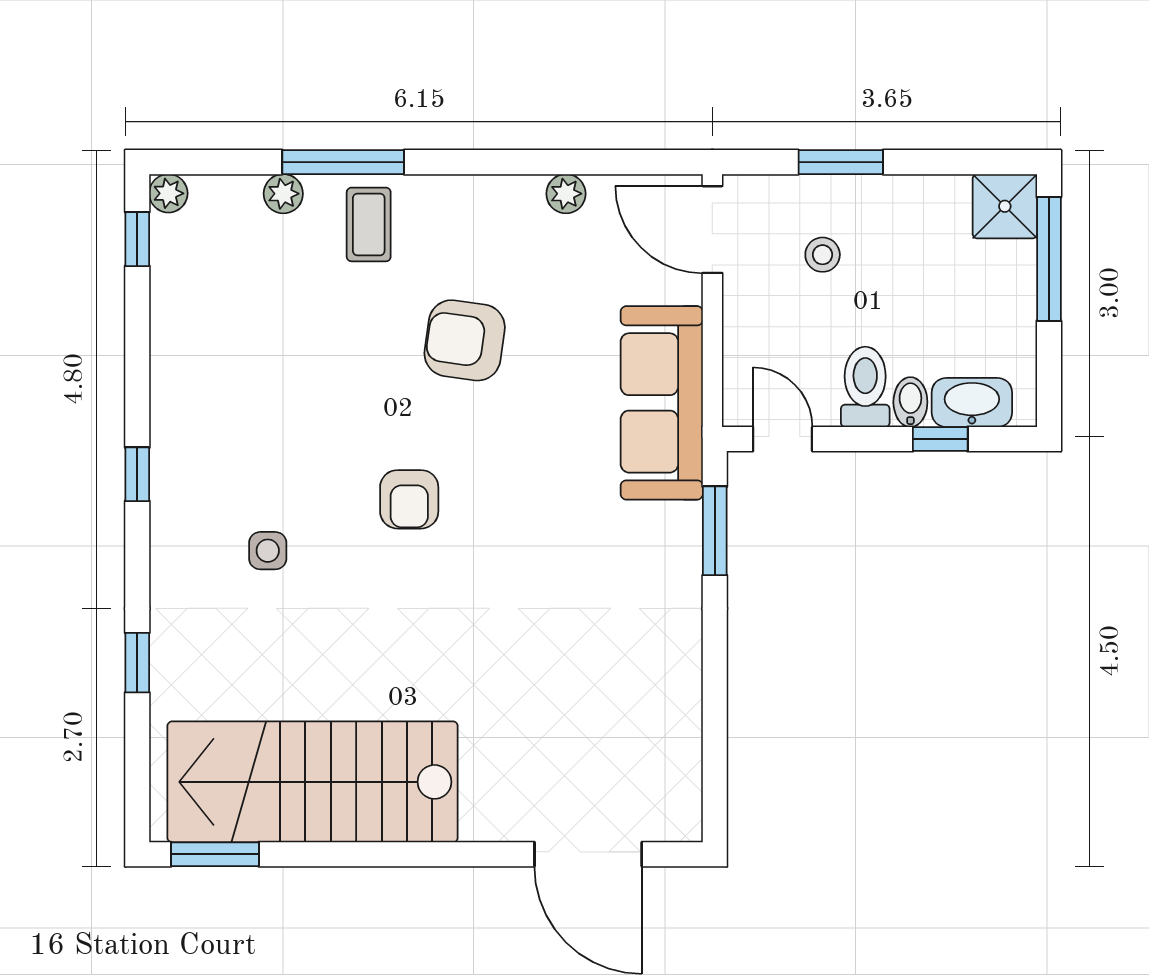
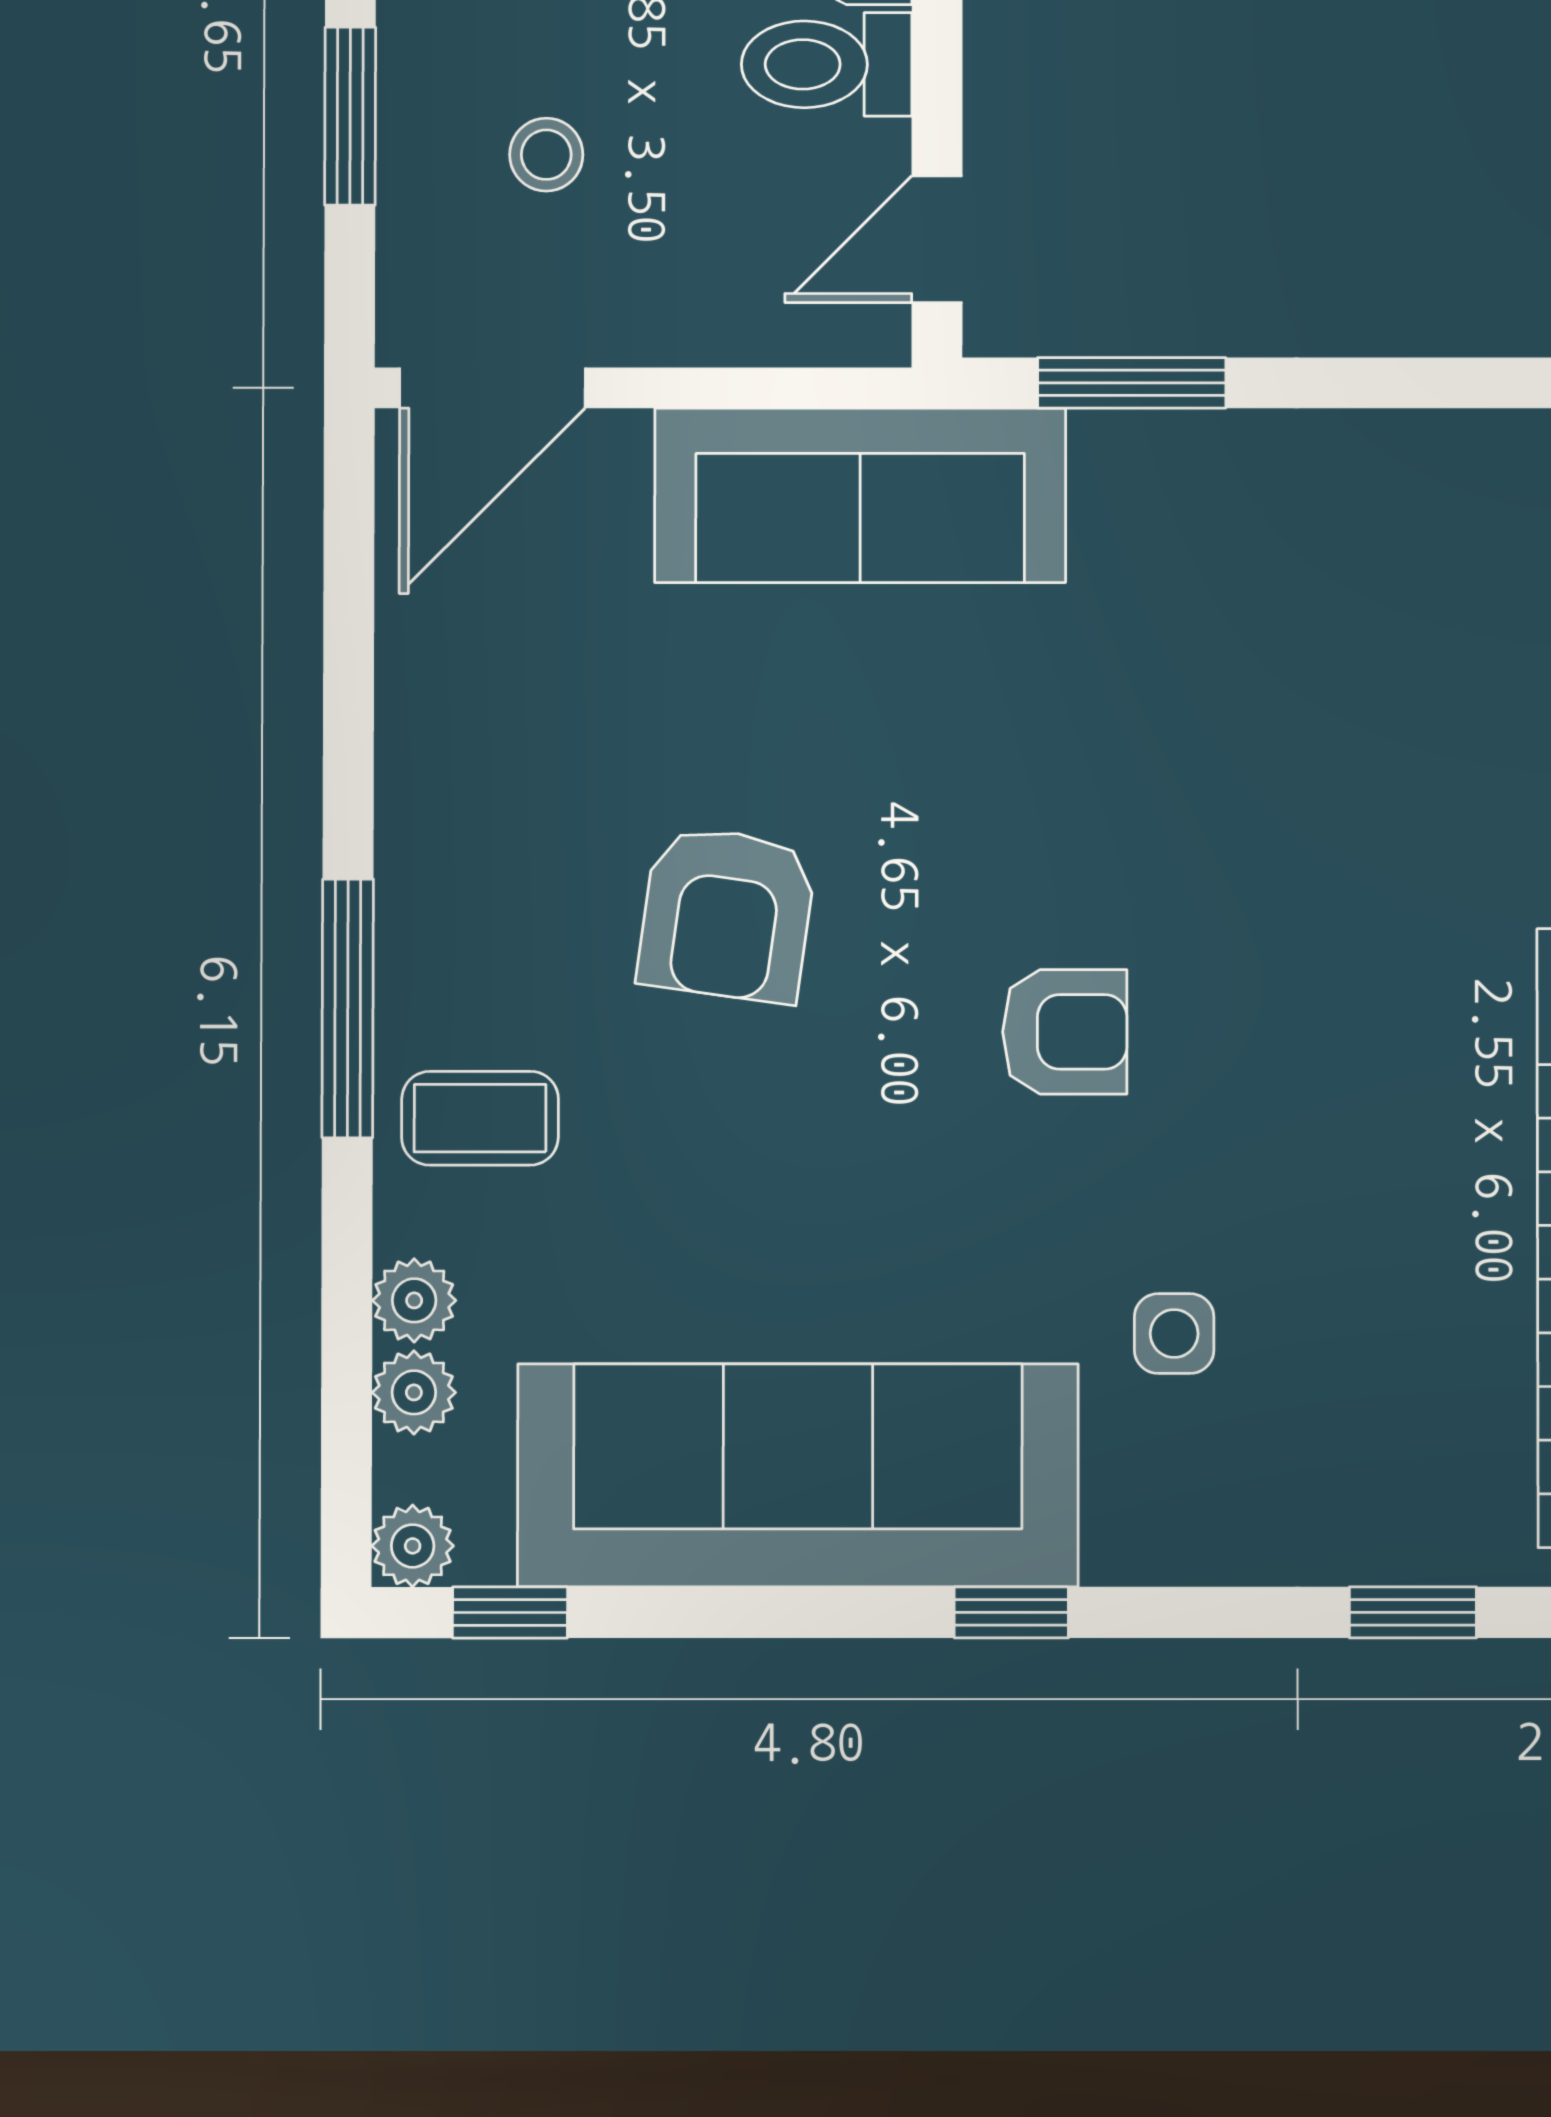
window: (343, 162) -> (348, 1008), moved
plant: (566, 194) -> (414, 1392), moved
sofa: (201, 374) -> (798, 1475), added

